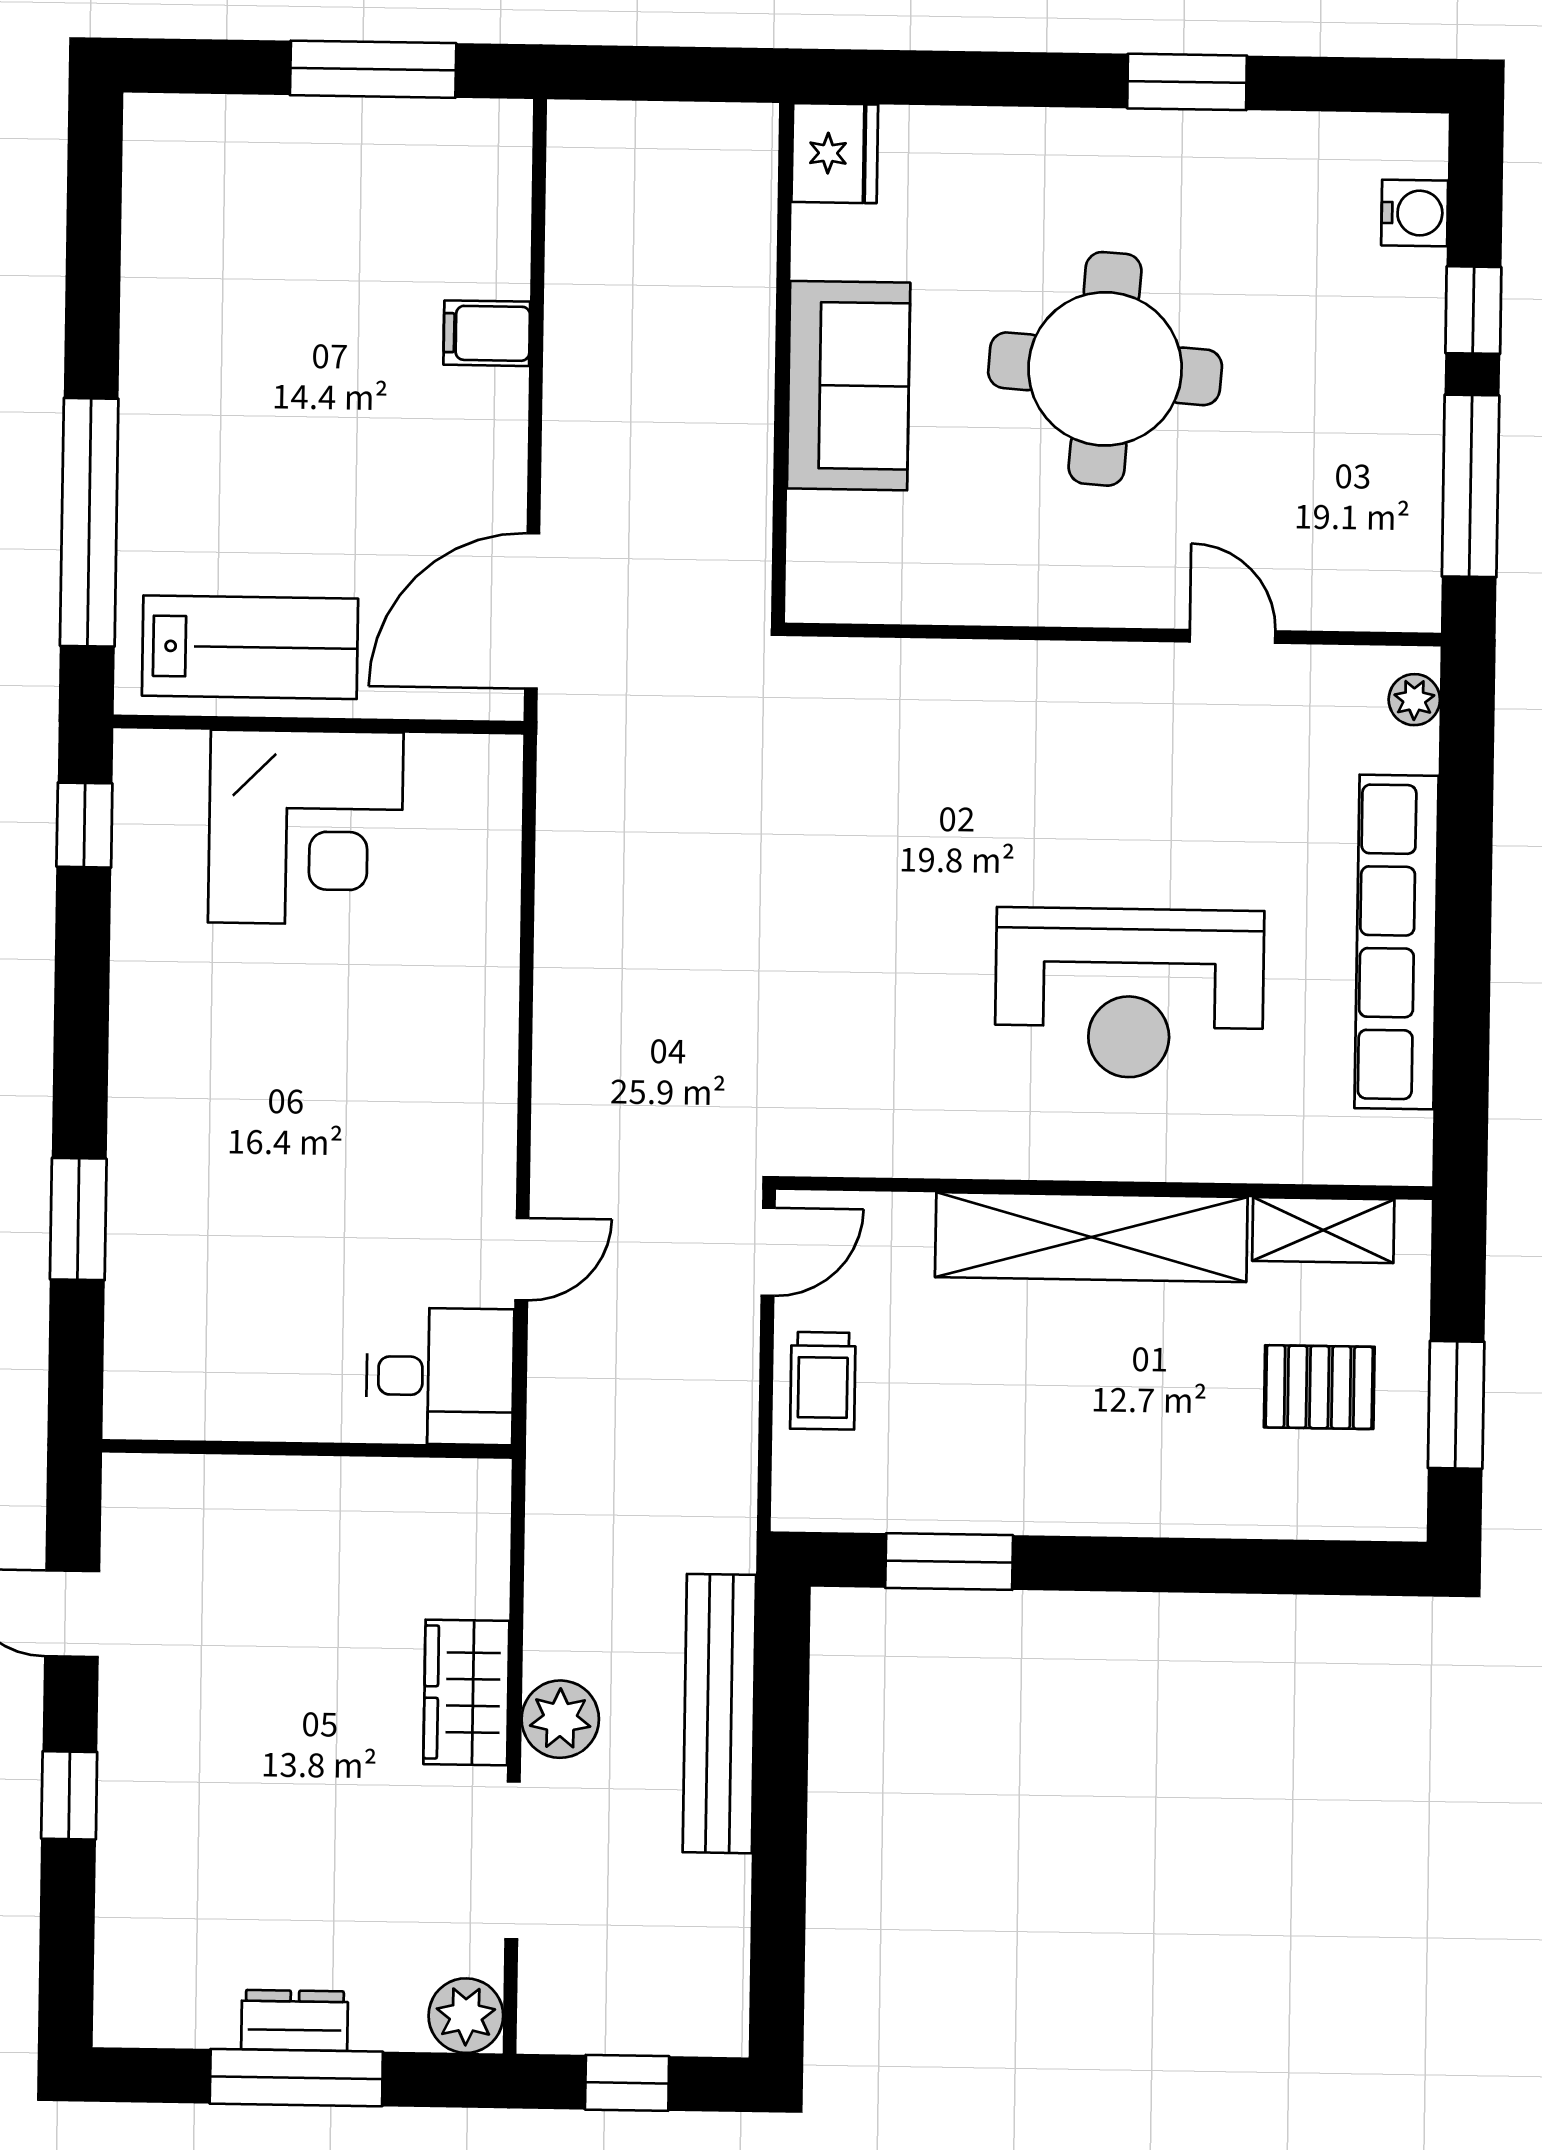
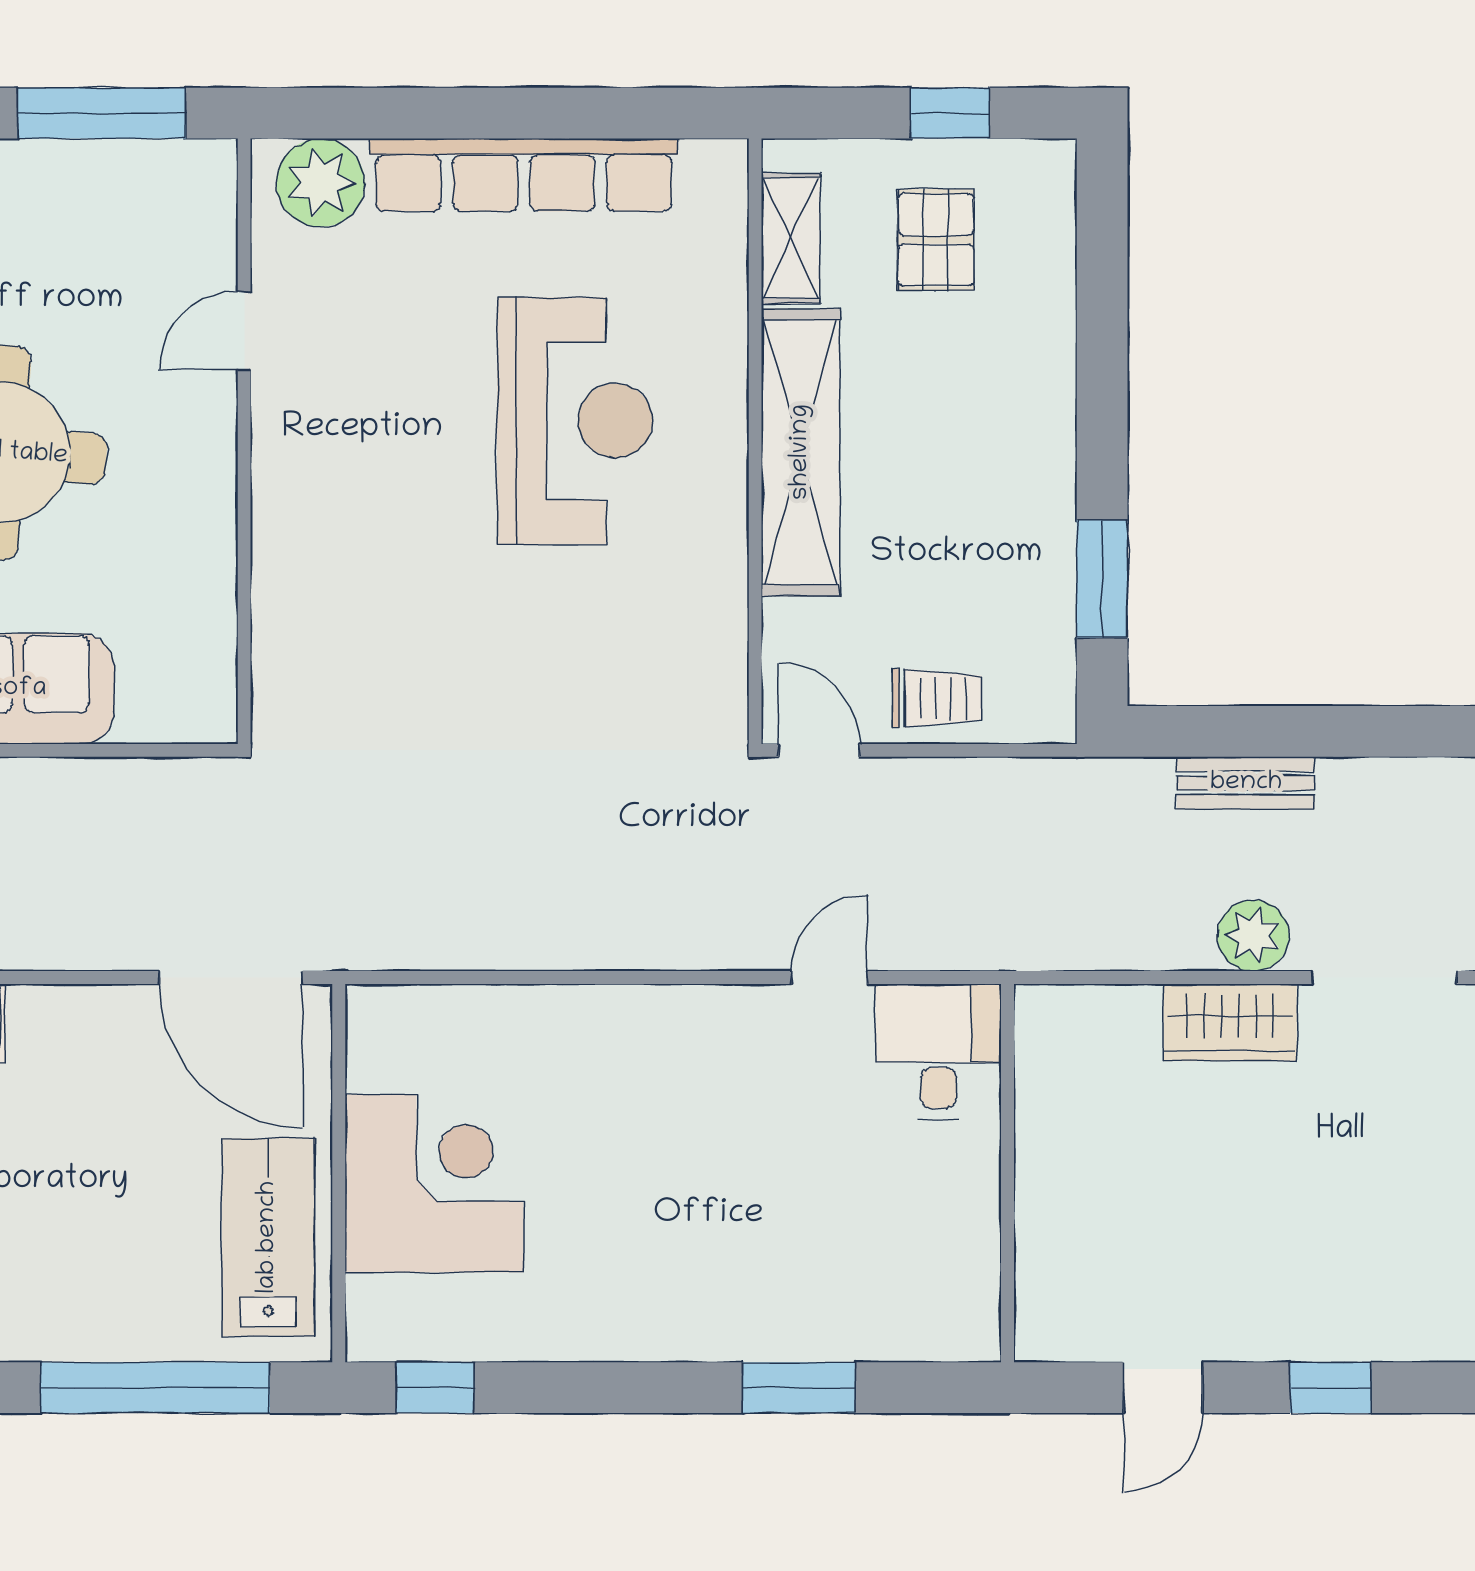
plant: (1414, 700) -> (320, 183), width x1.88, depth x1.88
door: (522, 1259) -> (829, 978), hinge flipped
window: (1456, 1405) -> (950, 113), width x0.67
bench: (719, 1714) -> (1246, 783), width x0.54, depth x0.82

